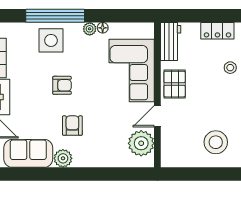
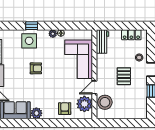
window: (55, 16) -> (32, 26), width x0.32
pallet: (175, 84) -> (124, 76), moved
armchair: (72, 126) -> (65, 109), moved
stool: (216, 142) -> (105, 102), moved

